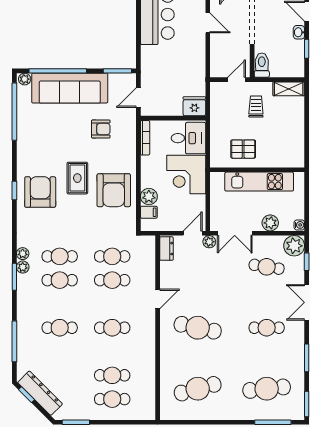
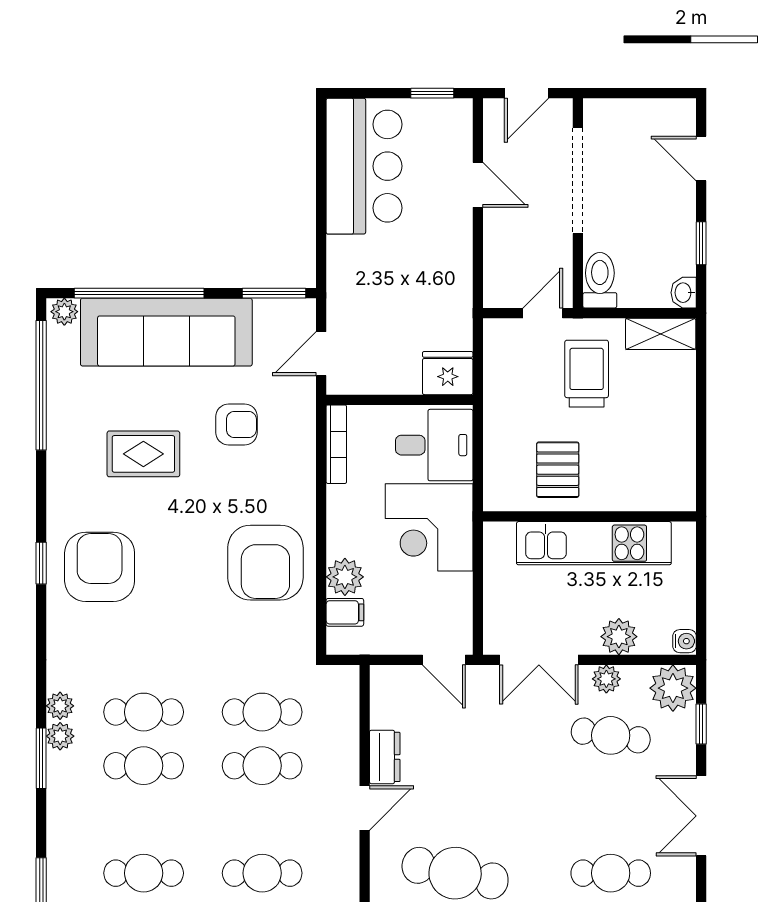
washbasin: (299, 32) -> (684, 293), moved
trolley: (256, 106) -> (587, 374), width x1.36, depth x1.39
pallet: (243, 149) -> (558, 470), turned 90
rug: (77, 178) -> (143, 454), moved, turned 90
door: (193, 233) -> (444, 660), swing flipped
plant: (209, 242) -> (606, 679), moved
dresser: (166, 249) -> (385, 757), moved

